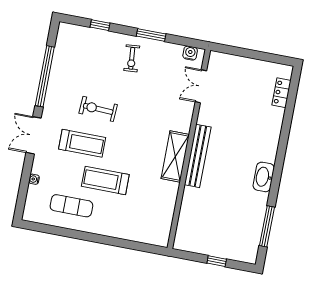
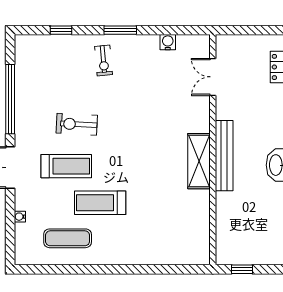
double door: (201, 86) -> (213, 77), moved
wall: (189, 149) -> (213, 150), moved
bench: (198, 156) -> (224, 156), moved
shelving: (175, 157) -> (199, 161), moved

